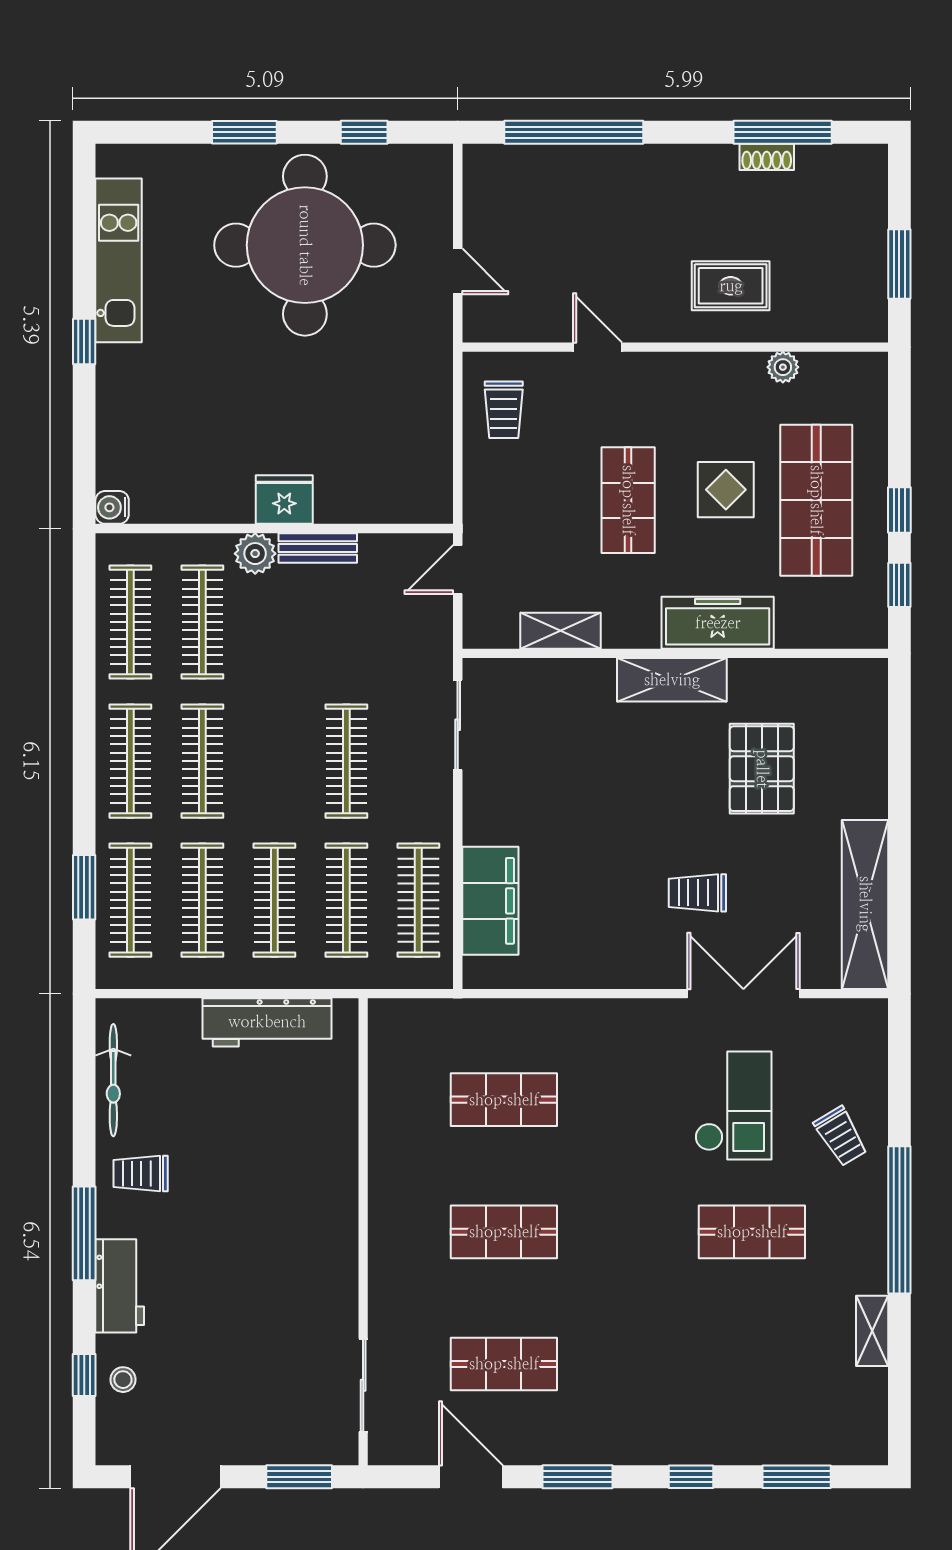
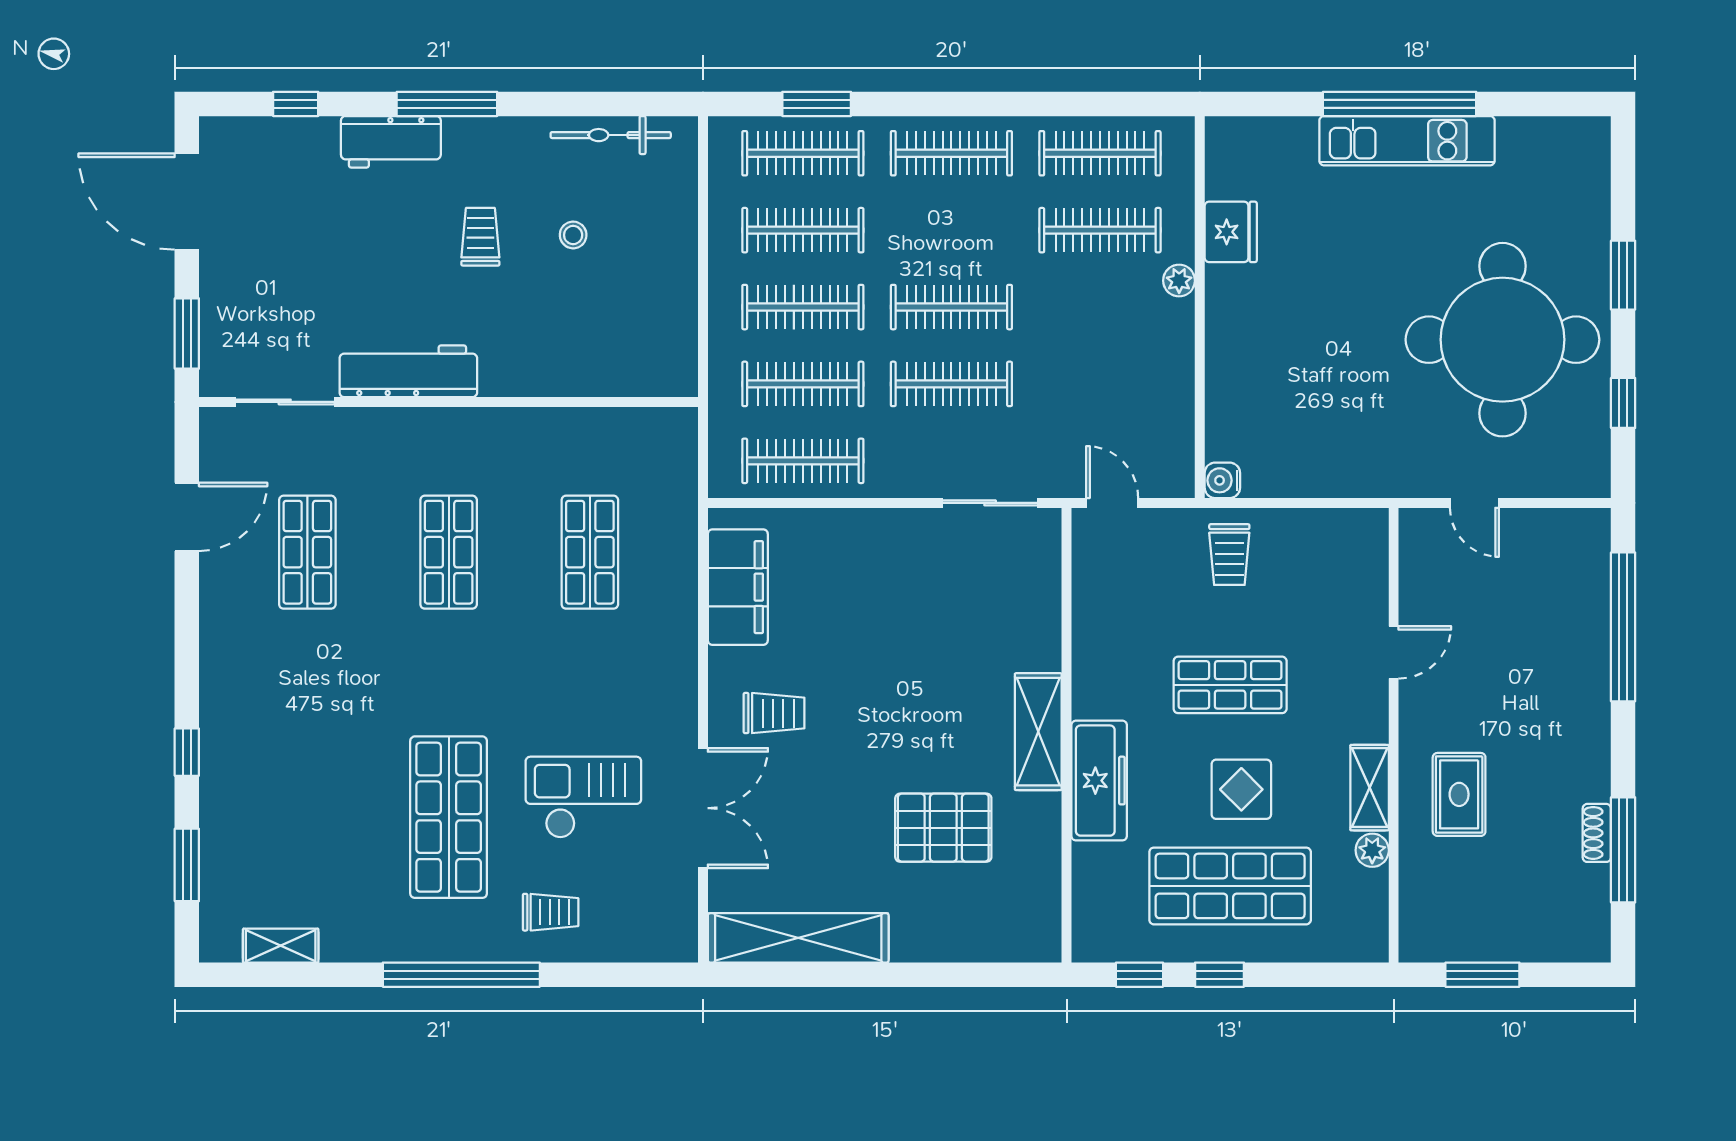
kitchen unit: (119, 260) -> (1407, 141), moved
door: (458, 271) -> (1474, 503), hinge flipped
window: (84, 341) -> (1400, 104), width x3.17
trolley: (504, 410) -> (1229, 555), moved, turned -90
fridge: (284, 500) -> (1231, 232), moved
water cooler: (112, 507) -> (1222, 480), moved, turned -90
bench: (318, 548) -> (1179, 353), removed
plant: (255, 554) -> (1179, 281), width x0.73, depth x0.73
door: (458, 570) -> (1112, 503), moved
shelving: (560, 631) -> (1370, 788), moved
clothes rail: (202, 761) -> (951, 307), moved
trolley: (697, 893) -> (774, 713), moved, turned 90
filing cabinet: (490, 901) -> (738, 587), moved, turned -90
workbench: (267, 1022) -> (408, 371), moved, turned 90
checkout: (733, 1106) -> (583, 797), turned 180
trolley: (841, 1136) -> (551, 912), turned -149
trolley: (141, 1174) -> (480, 237), moved
shop shelf: (752, 1232) -> (449, 817), width x1.43, depth x1.36
shelving: (872, 1331) -> (281, 946), moved
stool: (123, 1380) -> (573, 235), moved
window: (578, 1477) -> (187, 631), removed

